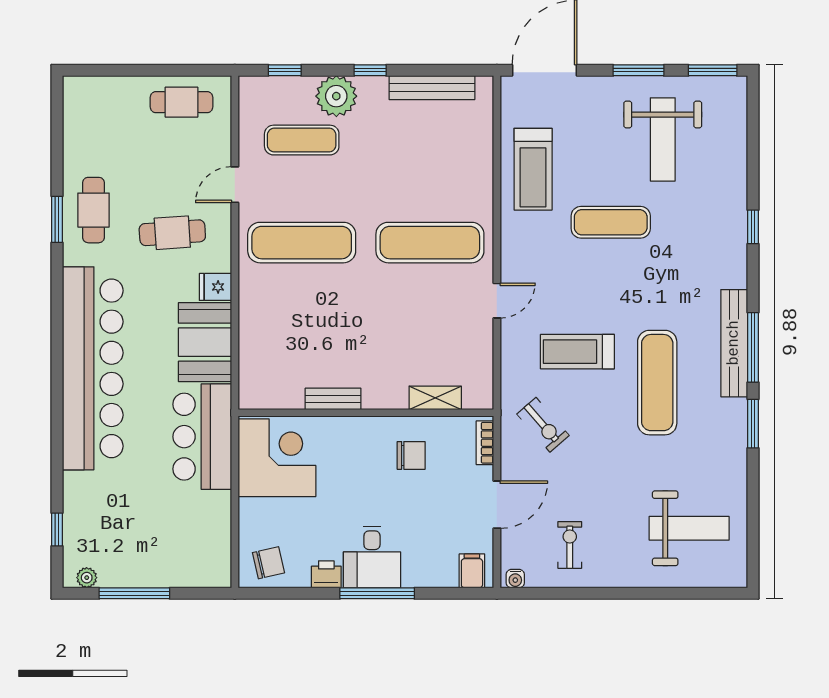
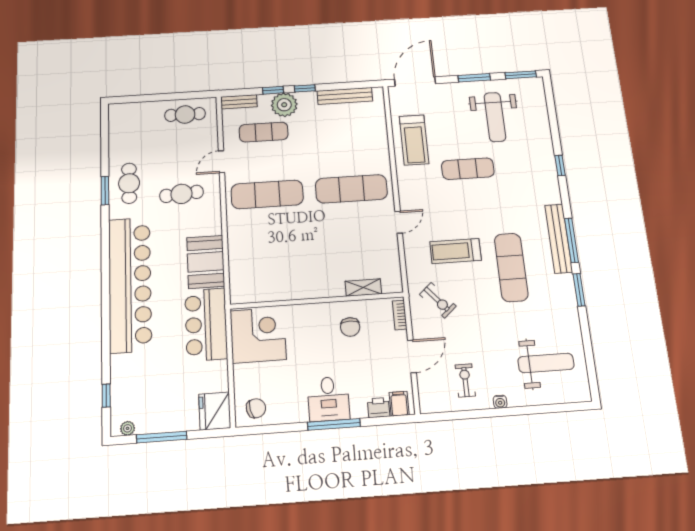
window: (285, 70) -> (273, 90), moved
fridge: (215, 287) -> (215, 411), moved, width x1.88, depth x1.34
bench: (333, 399) -> (239, 102), moved
chair: (411, 455) -> (350, 327), turned 90
printer: (326, 574) -> (379, 408), moved
water cooler: (515, 579) -> (500, 402), moved

